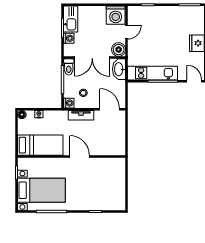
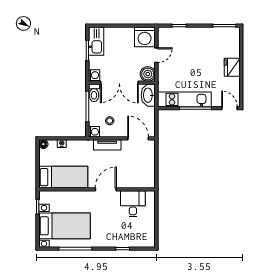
washing machine: (69, 38) -> (94, 75), moved
door: (80, 156) -> (106, 189), hinge flipped
desk: (105, 170) -> (133, 204), added

